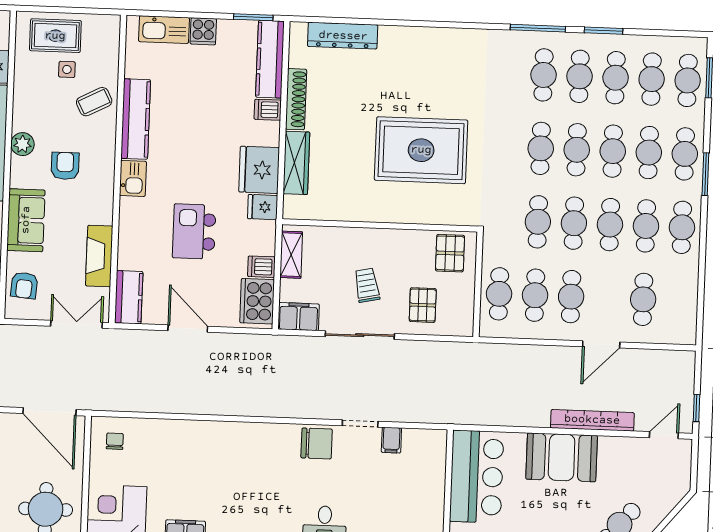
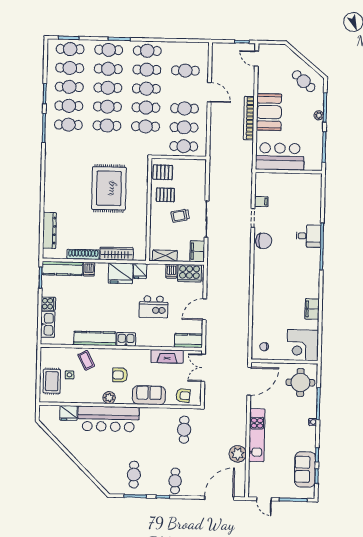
pallet: (423, 305) -> (165, 195), moved
bookcase: (592, 420) -> (249, 118), moved
chair: (317, 443) -> (264, 241), turned 90

